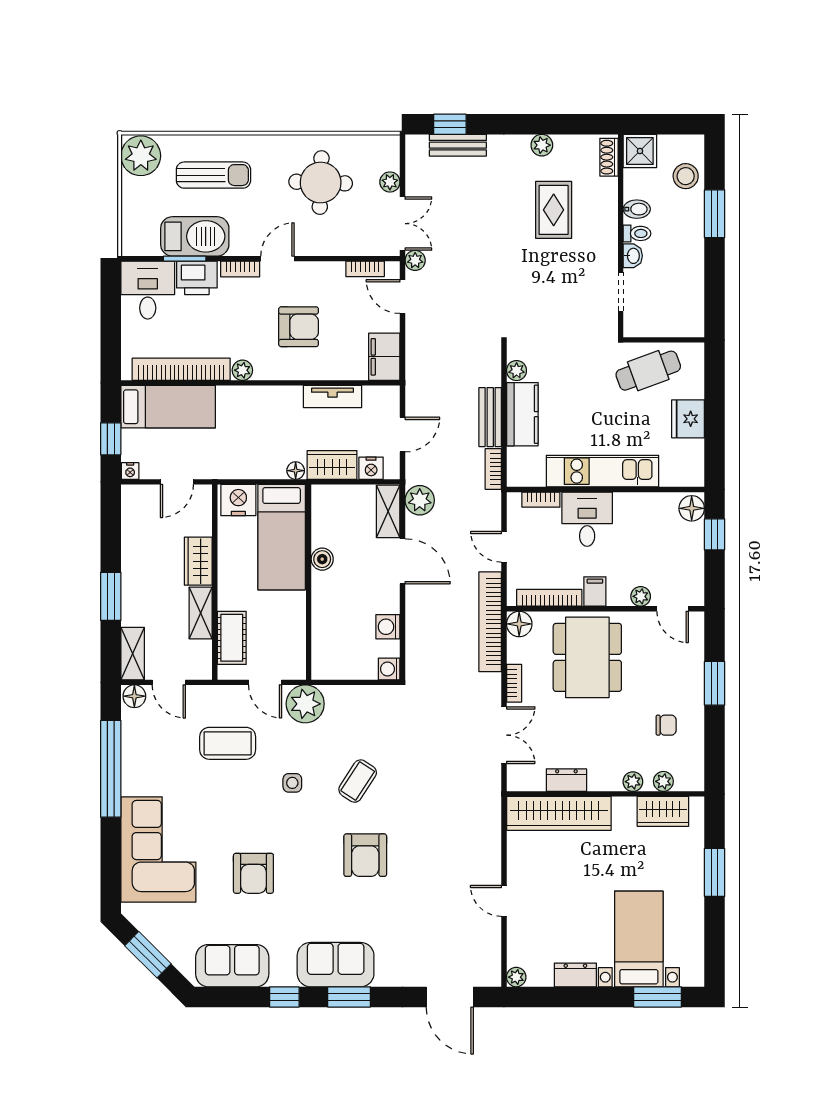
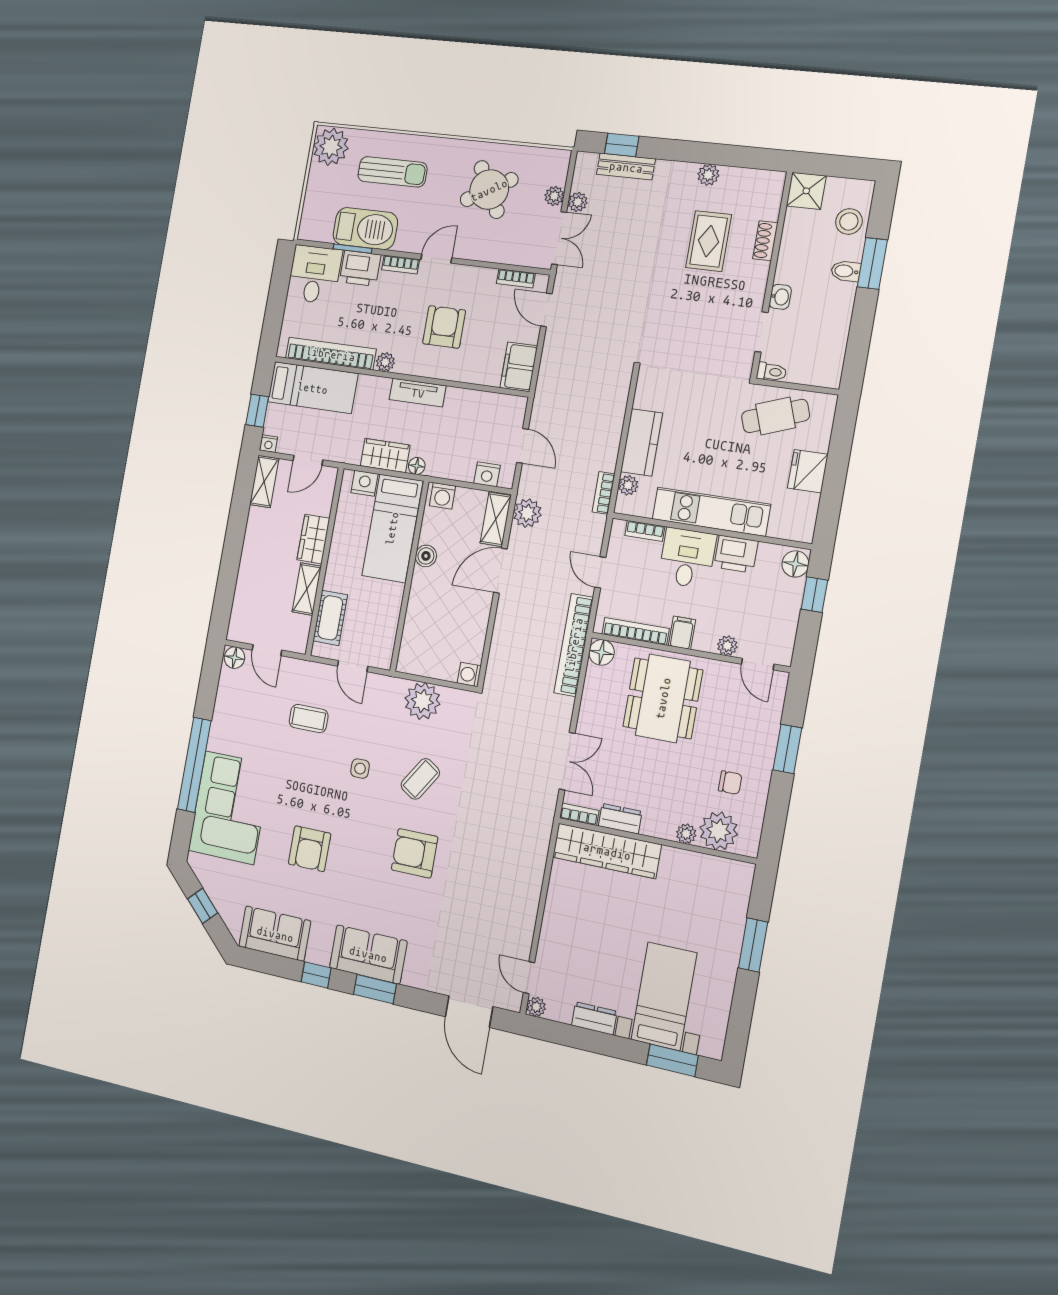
shoe rack: (609, 157) -> (765, 241), moved
round table: (321, 183) -> (489, 190), turned -32
bidet: (637, 209) -> (846, 271), moved, turned 180
toilet: (637, 233) -> (771, 372), moved
plant: (415, 260) -> (578, 202), moved
armchair: (299, 327) -> (444, 327), turned -90
plant: (517, 371) -> (628, 485), moved
tv unit: (333, 397) -> (418, 393), moved
bench: (490, 417) -> (610, 441), removed
door: (402, 435) -> (522, 446), hinge flipped
wardrobe: (332, 465) -> (385, 456), moved
nightstand: (238, 500) -> (364, 483), width x0.74, depth x0.75
printer: (634, 508) -> (736, 554), added
door: (402, 561) -> (500, 571), swing flipped
window: (111, 596) -> (231, 559), removed
washing machine: (388, 627) -> (442, 496), moved, turned -90
shelving: (133, 654) -> (264, 481), moved
bookcase: (514, 683) -> (579, 814), moved, turned -90
plant: (305, 704) -> (422, 701), moved
coffee table: (228, 743) -> (309, 719), width x0.73, depth x0.77
window: (111, 769) -> (194, 765), moved
plant: (663, 781) -> (719, 831), width x1.88, depth x1.88
wardrobe: (663, 811) -> (711, 871), removed
armchair: (365, 855) -> (415, 853), turned 90
door: (504, 901) -> (529, 978), moved
window: (148, 955) -> (203, 906), width x0.67

